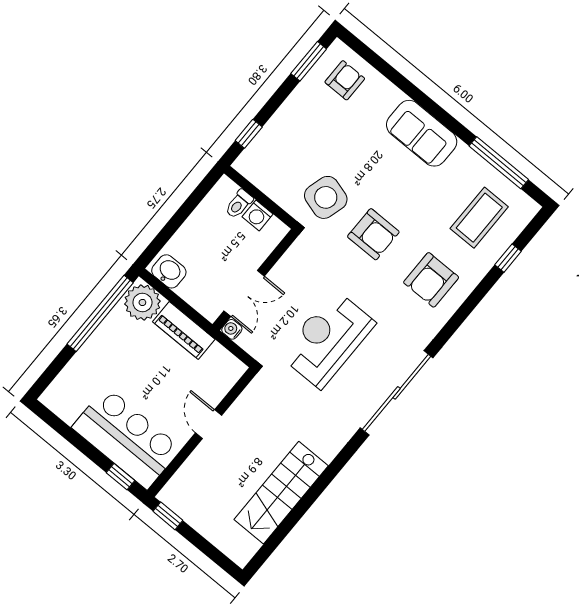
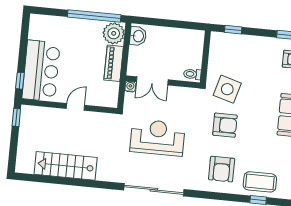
toilet: (239, 204) -> (192, 74), moved
washing machine: (258, 215) -> (195, 61), removed
coffee table: (479, 218) -> (260, 182), moved
armchair: (373, 234) -> (225, 125), turned -90
armchair: (431, 280) -> (222, 169), turned -90

